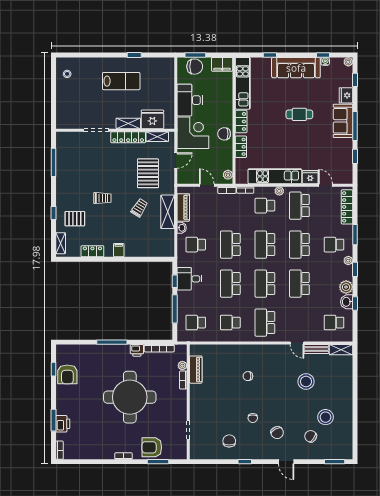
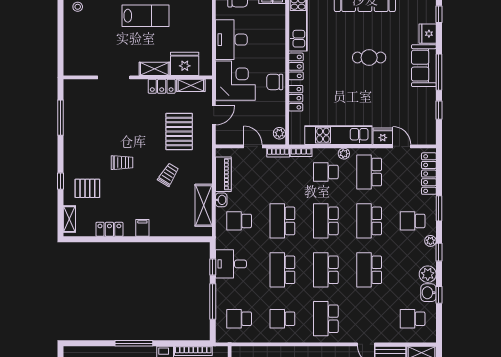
locker: (128, 137) -> (162, 86), width x0.66
shelving: (168, 212) -> (204, 205), moved

